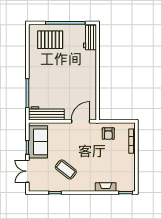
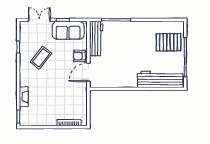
workbench: (90, 37) -> (160, 79), width x1.88, depth x1.32
pallet: (50, 40) -> (168, 42), turned 90
door: (81, 121) -> (88, 72), swing flipped
armchair: (108, 134) -> (79, 56), moved

